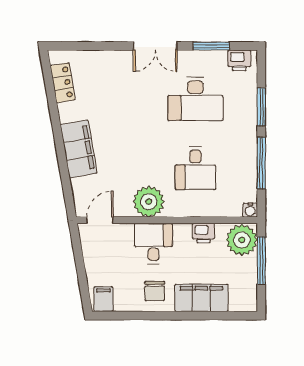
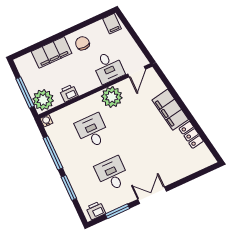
locker: (63, 83) -> (191, 135), moved
desk: (195, 99) -> (112, 174), width x0.73
desk: (153, 243) -> (108, 67), moved

